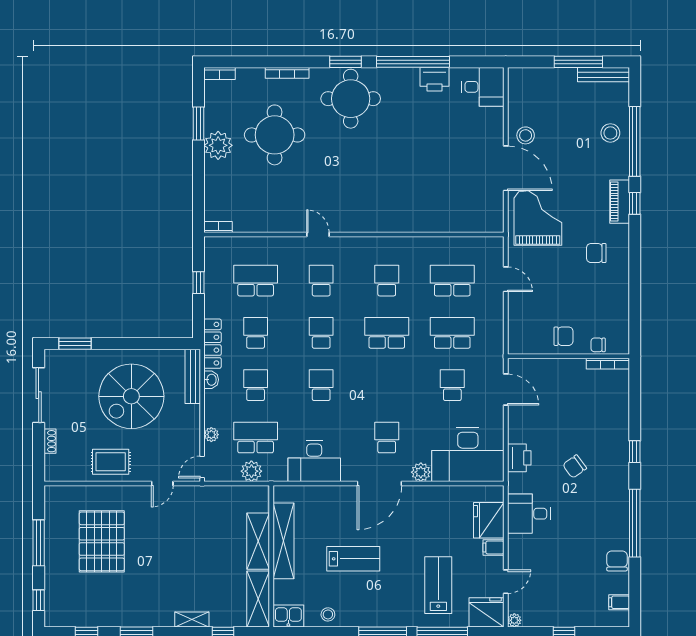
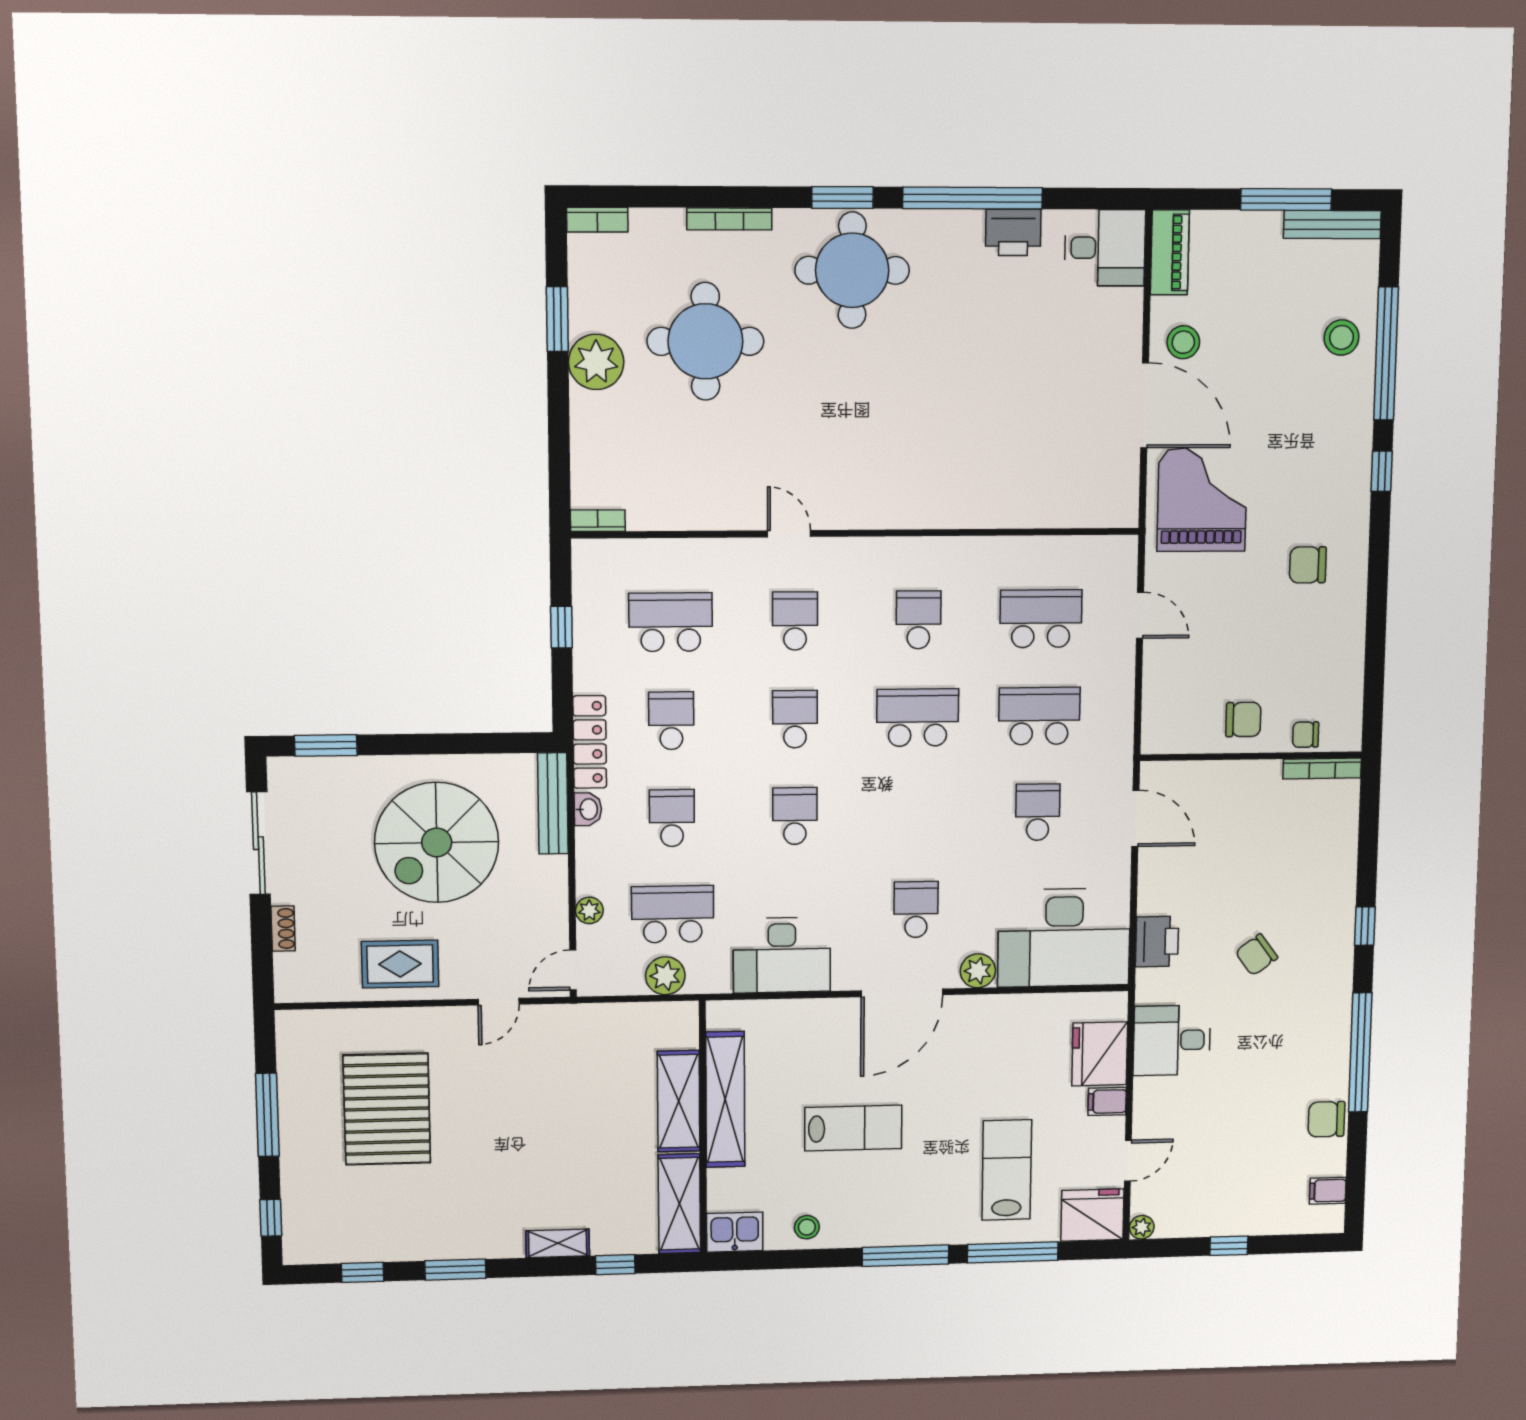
piano: (620, 202) -> (1170, 252), moved, turned 180
chair: (617, 561) -> (1326, 1119), turned -90

